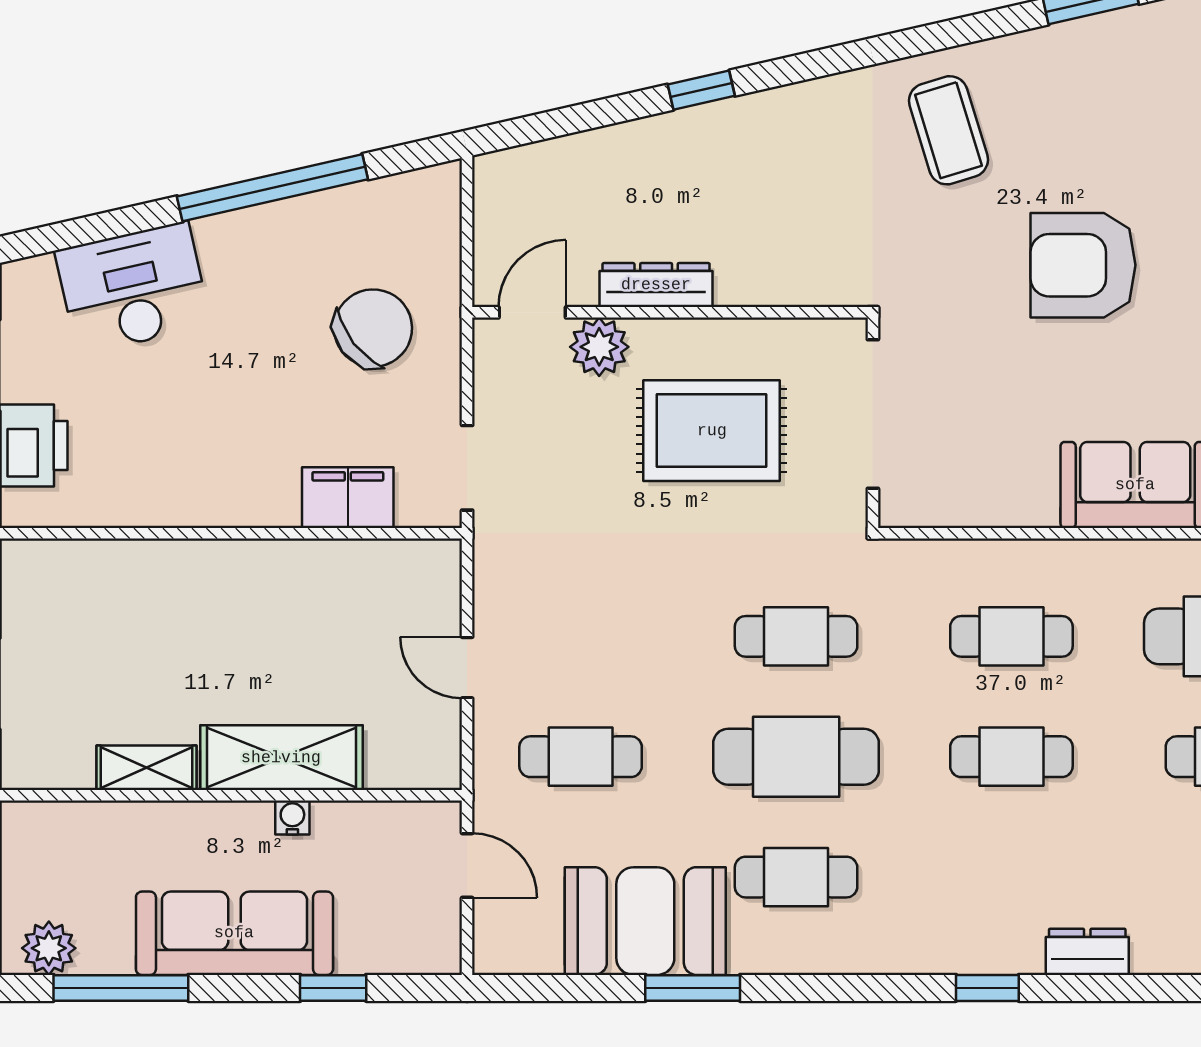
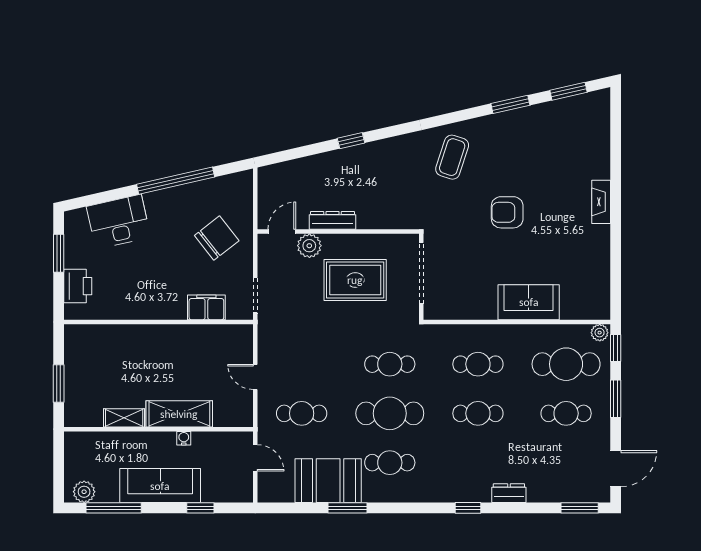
coffee table: (948, 130) -> (452, 157), turned 35
armchair: (1083, 265) -> (507, 212), width x0.73, depth x0.73

